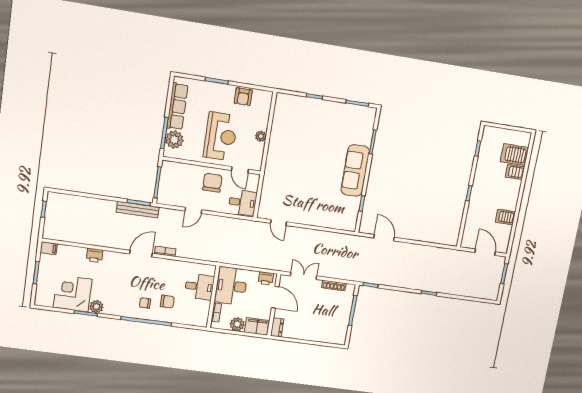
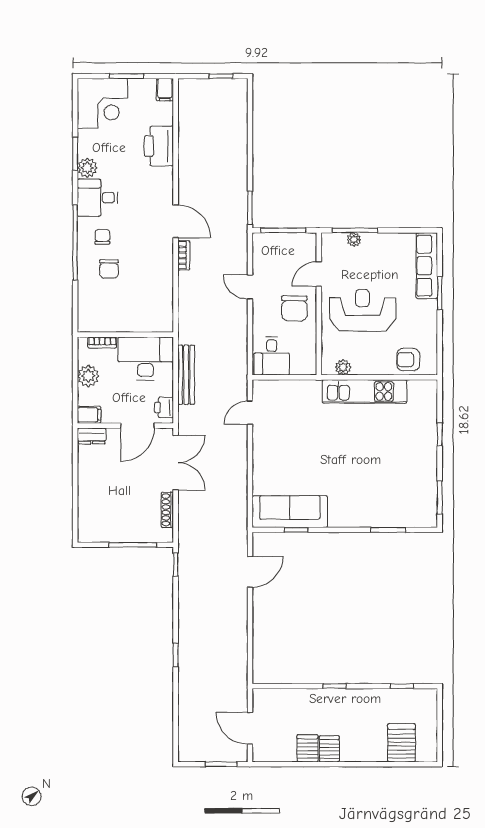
armchair: (243, 97) -> (408, 360), moved
row of seats: (177, 106) -> (427, 266), moved, turned 90
reception desk: (221, 136) -> (363, 310), turned 180
plant: (261, 136) -> (343, 367), moved
plant: (174, 140) -> (354, 240), width x0.53, depth x0.53
kitchen unit: (277, 144) -> (364, 391), added
door: (240, 170) -> (319, 274), moved
sofa: (355, 171) -> (290, 512), moved
server rack: (515, 172) -> (329, 749), moved
chair: (212, 183) -> (294, 308), turned 90
bench: (138, 210) -> (186, 375), moved
door: (485, 252) -> (250, 728), swing flipped
printer: (95, 255) -> (159, 146), width x1.87, depth x1.48
double door: (304, 276) -> (176, 463), width x1.37
desk: (199, 287) -> (97, 198), moved, turned 90
corner desk: (73, 293) -> (102, 103), moved, turned 90
filing cabinet: (257, 326) -> (89, 415), width x0.50

